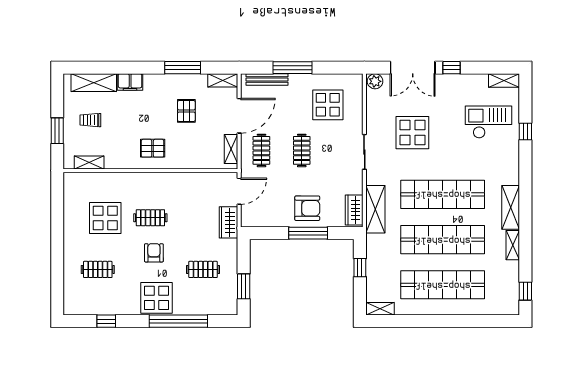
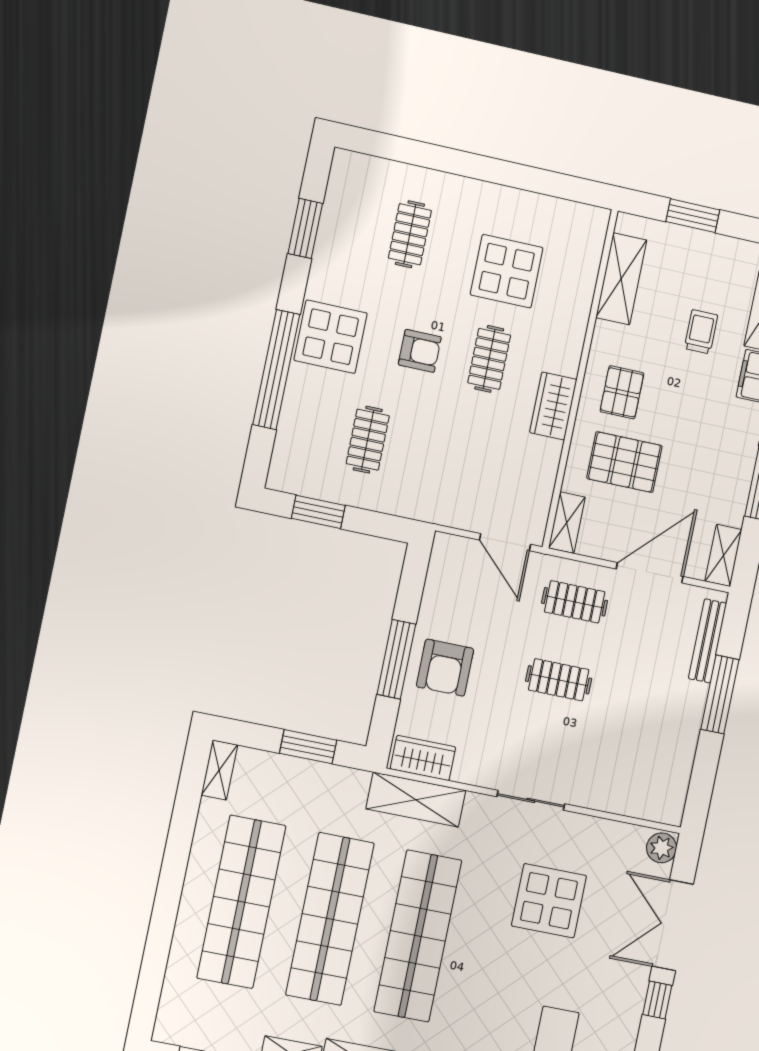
display table: (328, 105) -> (635, 748), removed
pallet: (186, 111) -> (624, 462), moved, width x1.50, depth x1.42
door: (239, 116) -> (650, 573), swing flipped
trolley: (90, 120) -> (701, 332), moved
shelving: (231, 149) -> (567, 523), moved, turned 90
shelving: (89, 162) -> (621, 279), width x1.50, depth x1.33
wardrobe: (229, 222) -> (553, 406), moved, turned -90
window: (360, 268) -> (308, 747), width x1.50
window: (106, 321) -> (305, 228), width x1.50

